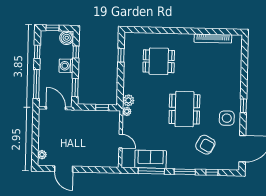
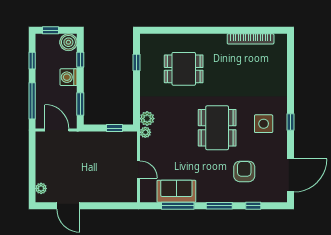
side table: (227, 118) -> (264, 124), moved
armchair: (205, 145) -> (244, 171), turned -118

